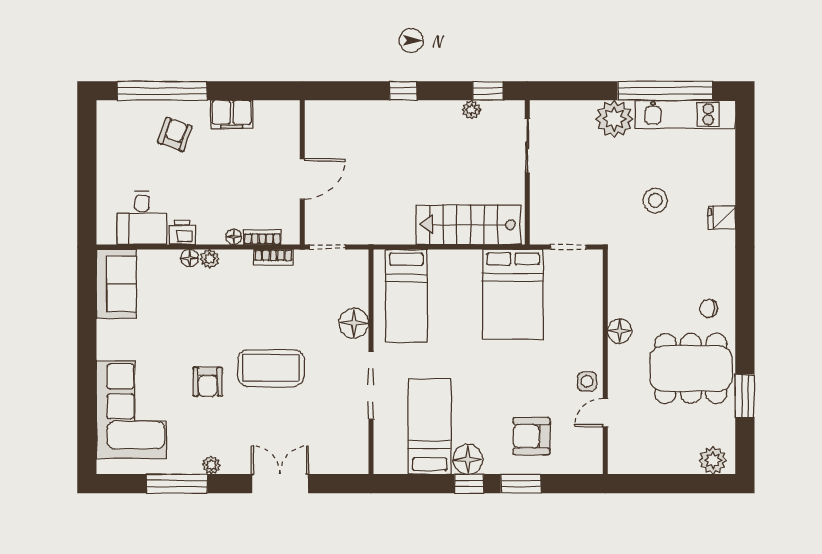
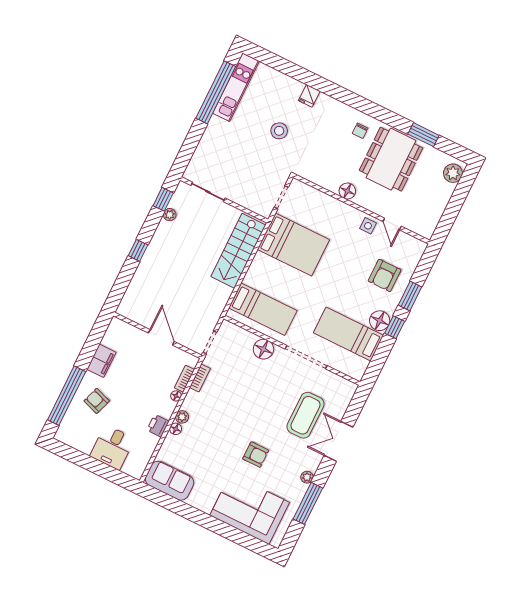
plant: (614, 119) -> (218, 131), removed
desk: (142, 218) -> (112, 447), moved, turned 90
coffee table: (271, 368) -> (305, 415), moved

